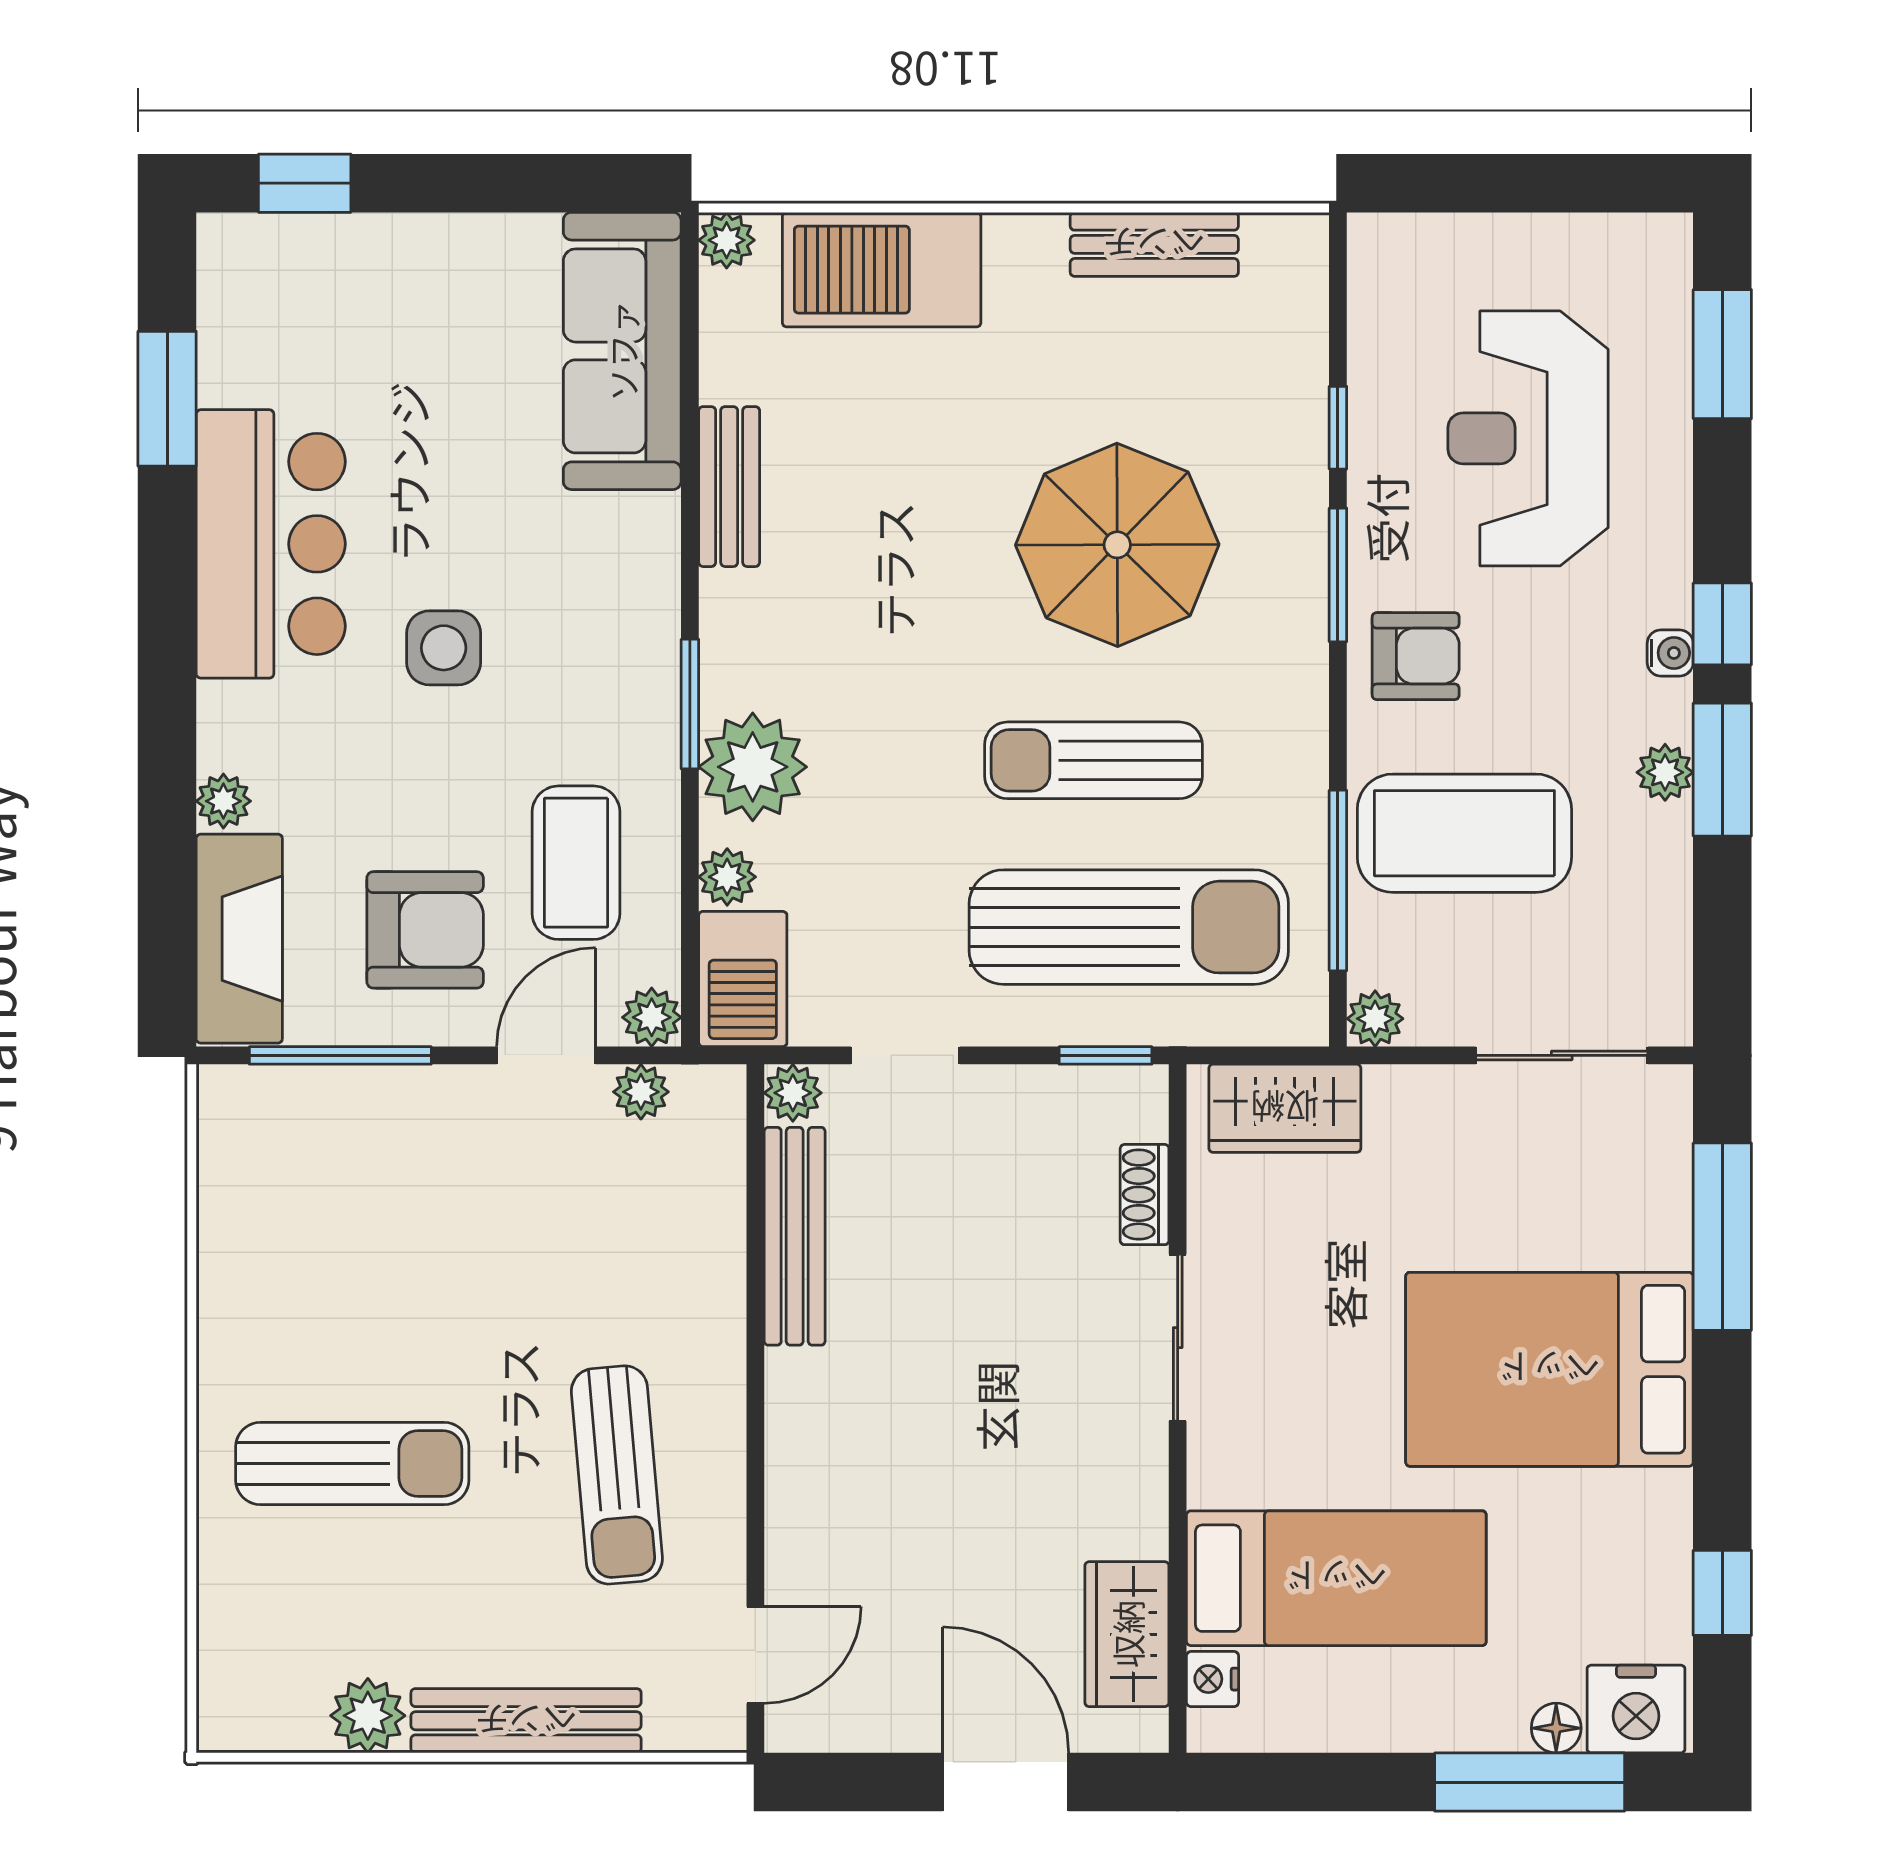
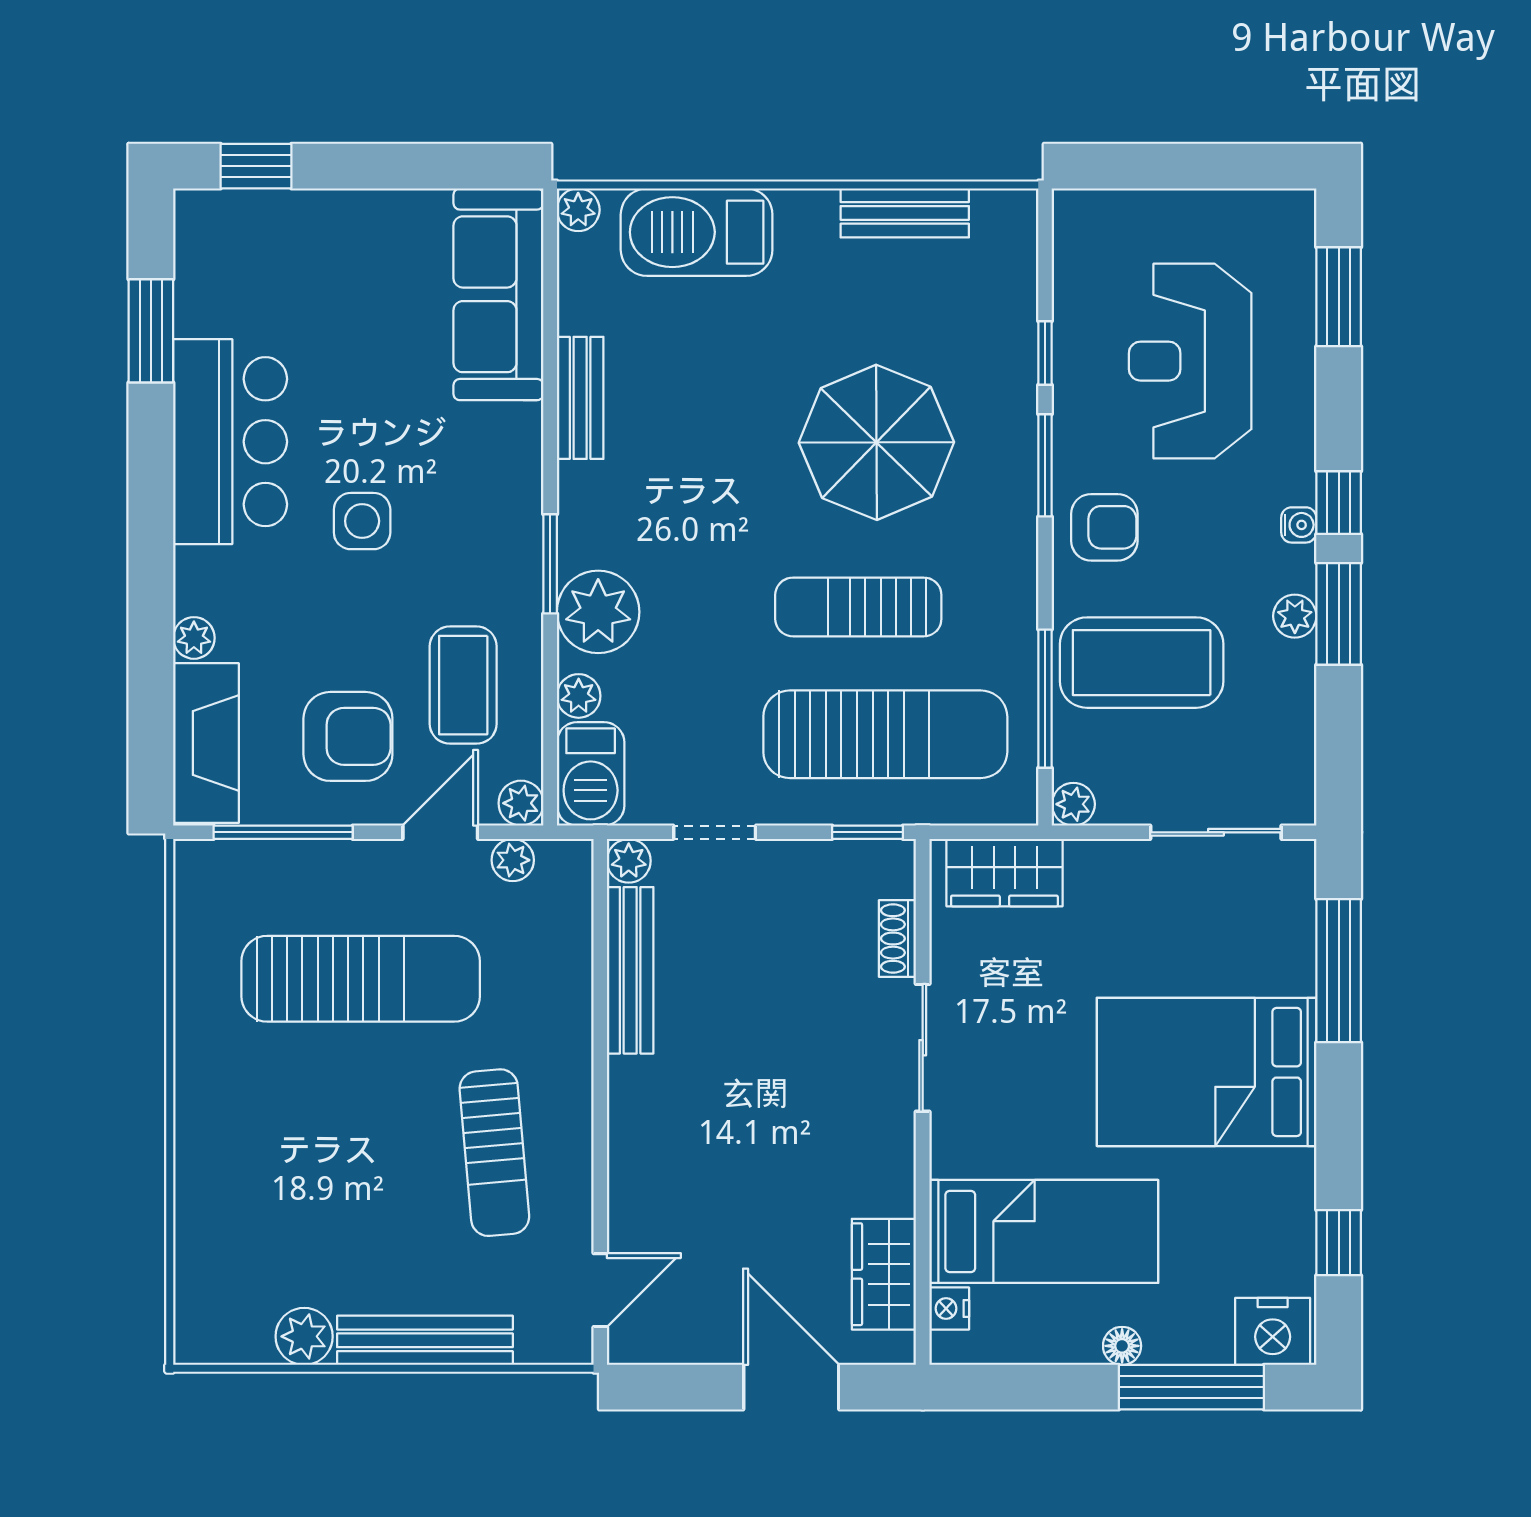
sun lounger: (352, 1464) -> (361, 979), moved, width x1.36, depth x1.34
floor lamp: (1556, 1728) -> (1122, 1346), moved

